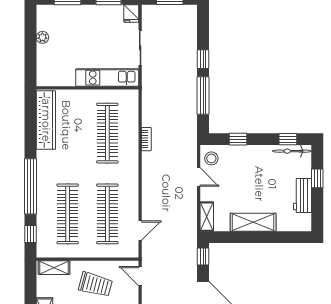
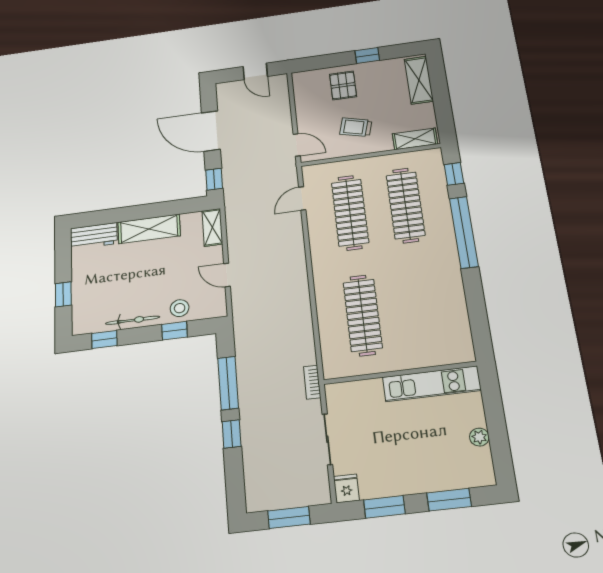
kitchen unit: (107, 78) -> (432, 384), moved
wardrobe: (46, 120) -> (455, 321), removed
bookcase: (146, 139) -> (312, 382), moved
bicycle: (292, 151) -> (133, 320), moved
stool: (211, 158) -> (180, 308), moved
workbench: (302, 196) -> (94, 236), moved, turned 90
trolley: (95, 284) -> (356, 127), width x0.73, depth x0.72

